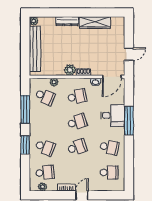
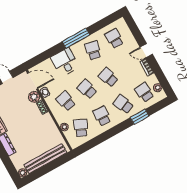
plant: (70, 70) -> (34, 97), moved
window: (25, 109) -> (101, 138), removed
window: (129, 121) -> (76, 38), moved
school desk: (45, 122) -> (102, 116), added
window: (25, 145) -> (140, 117), moved
school desk: (45, 147) -> (123, 104), turned -45

